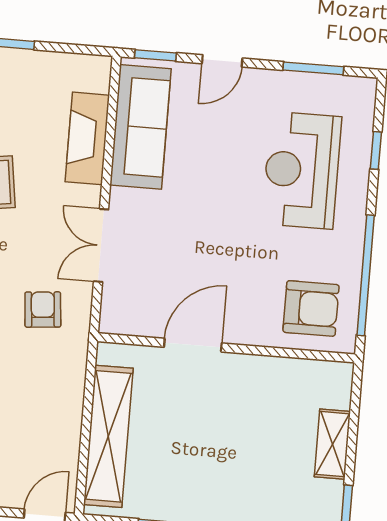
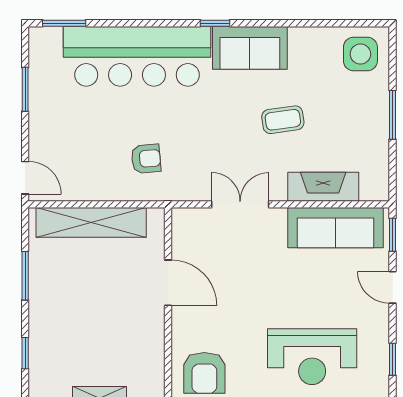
window: (313, 68) -> (393, 359), width x0.67
reception desk: (302, 170) -> (312, 357), turned 180
armchair: (43, 310) -> (146, 159), moved

